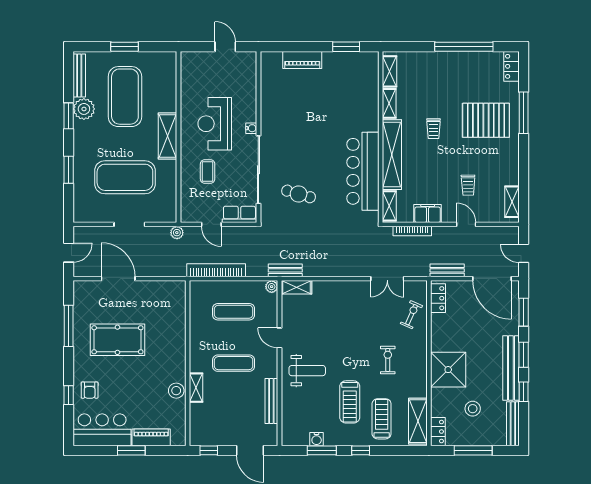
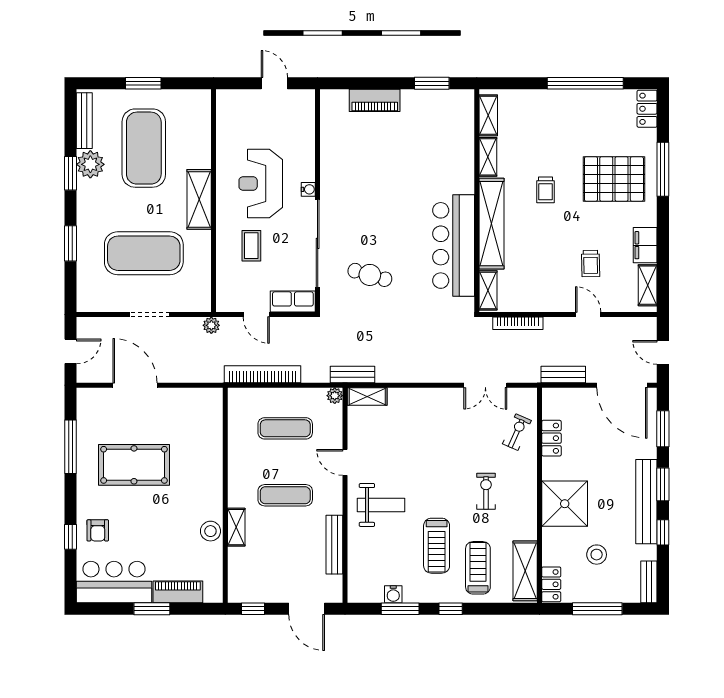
filing cabinet: (428, 213) -> (645, 245), moved, turned -90
locker: (438, 298) -> (551, 438), moved
bench: (513, 424) -> (649, 582), width x0.73

